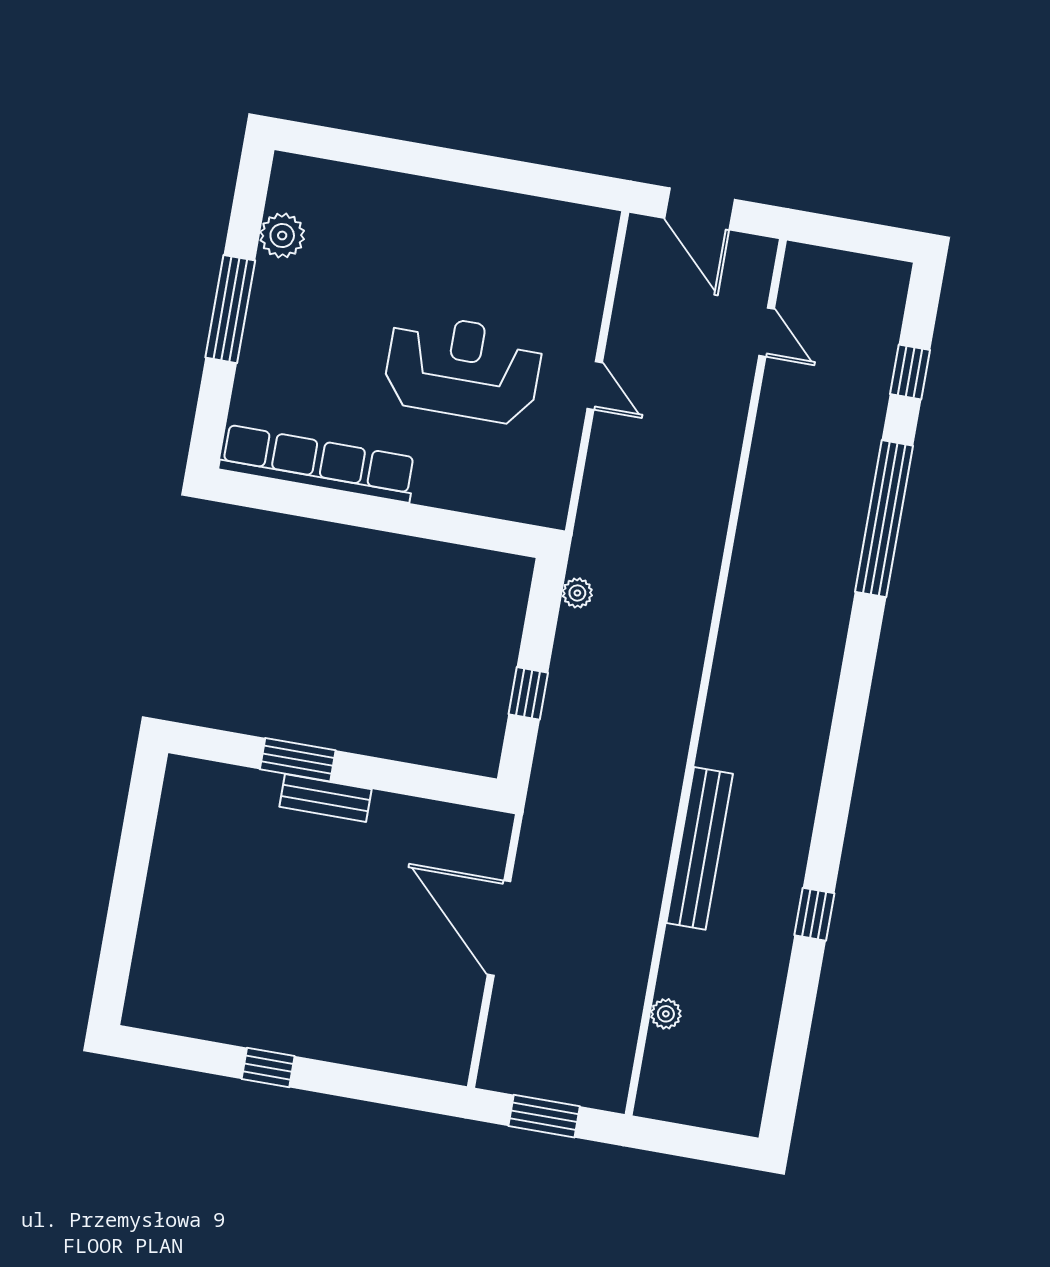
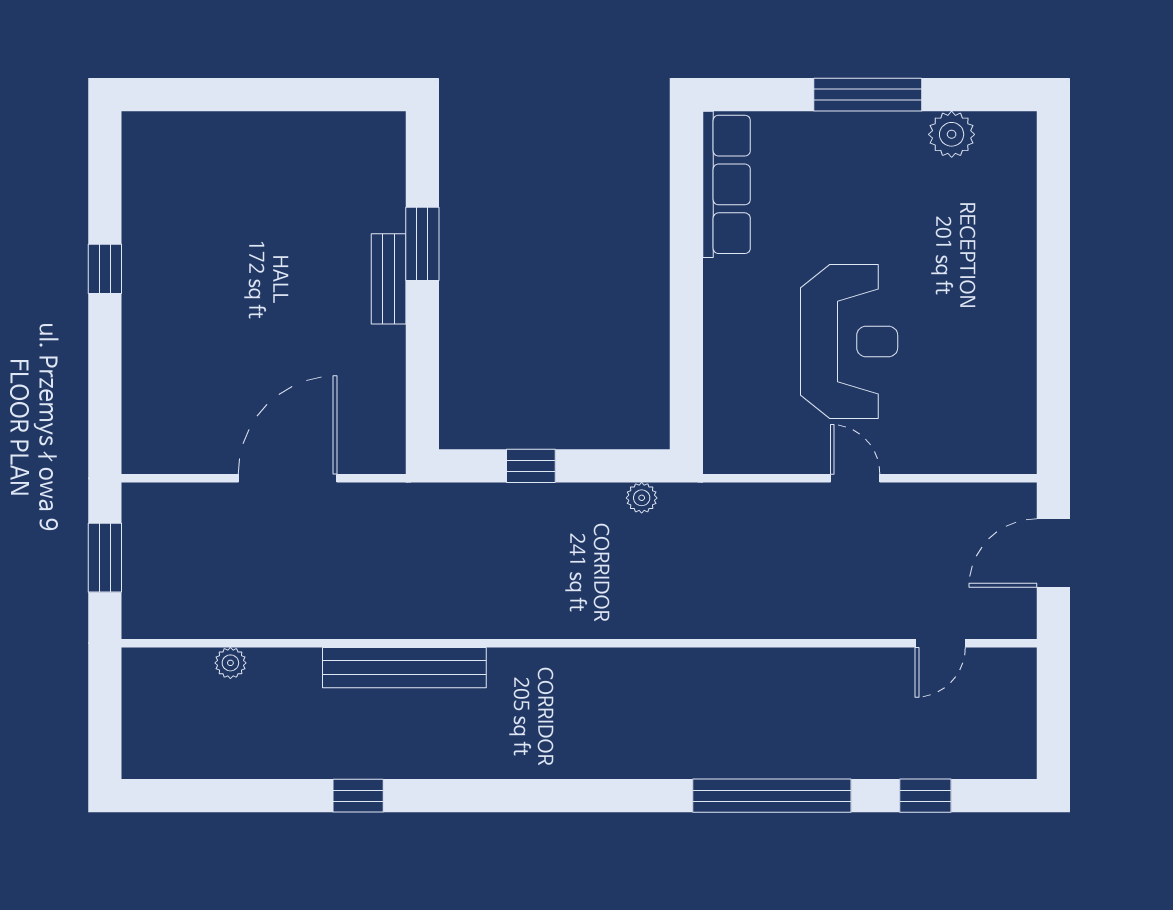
door: (595, 386) -> (855, 478), swing flipped
row of seats: (318, 464) -> (726, 184), width x0.73

